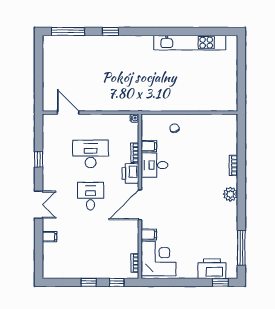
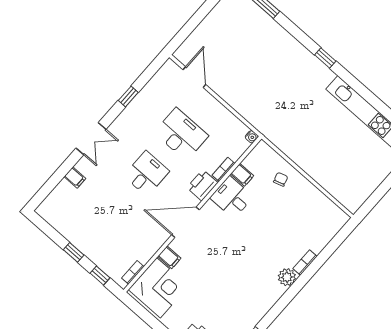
window: (111, 31) -> (325, 58), moved
plant: (230, 194) -> (287, 277), moved

